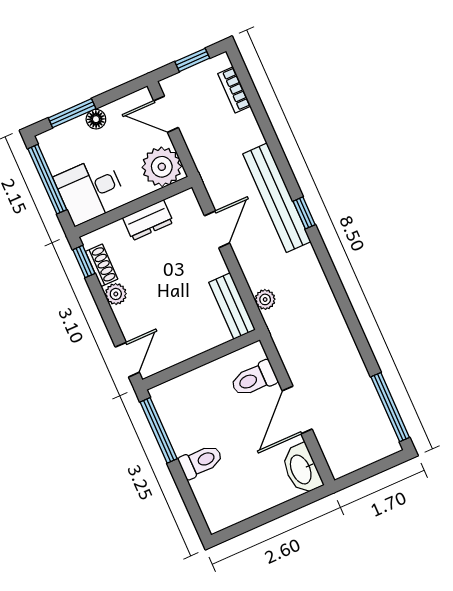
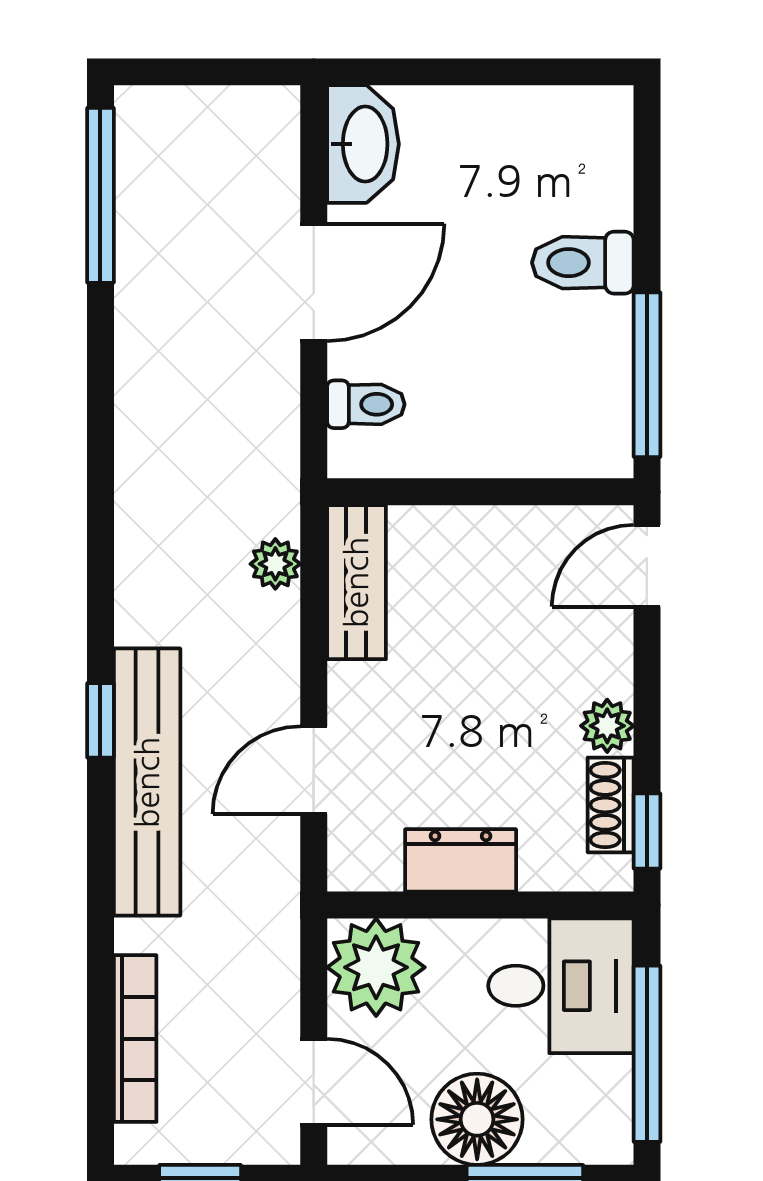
bookcase: (234, 90) -> (135, 1039), width x1.56
floor lamp: (96, 119) -> (477, 1119), width x1.89, depth x1.89
toilet: (254, 379) -> (366, 404), width x0.73, depth x0.72

